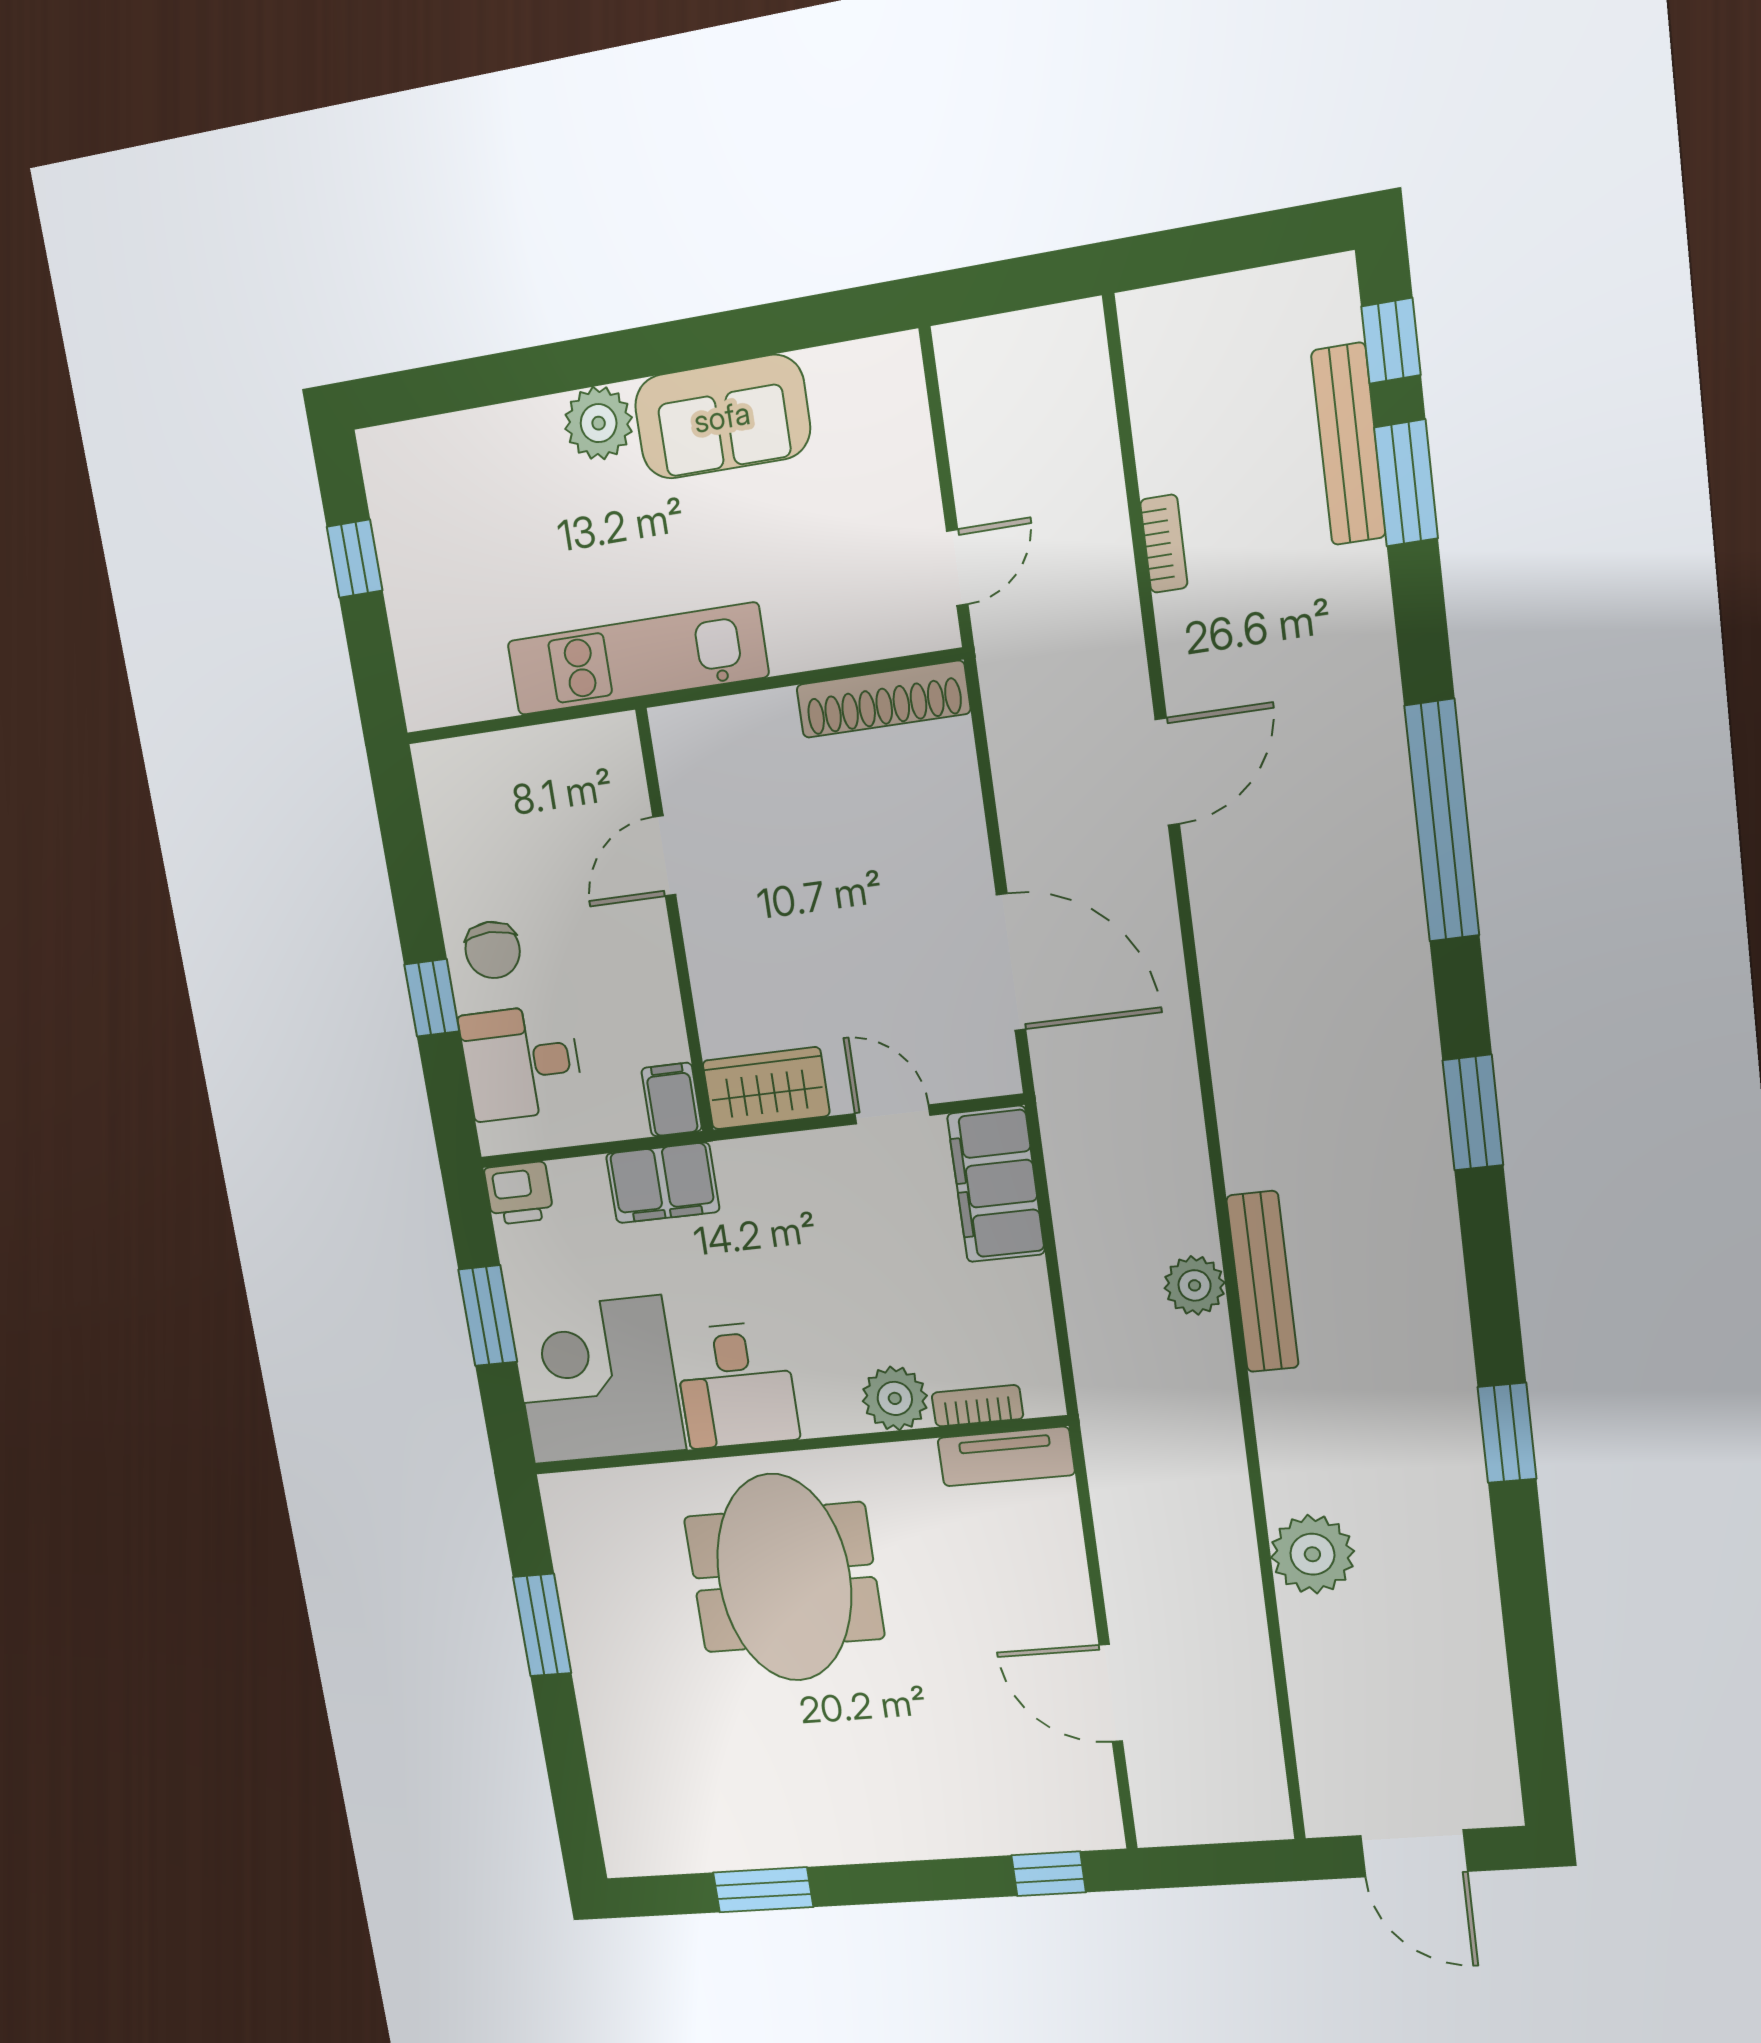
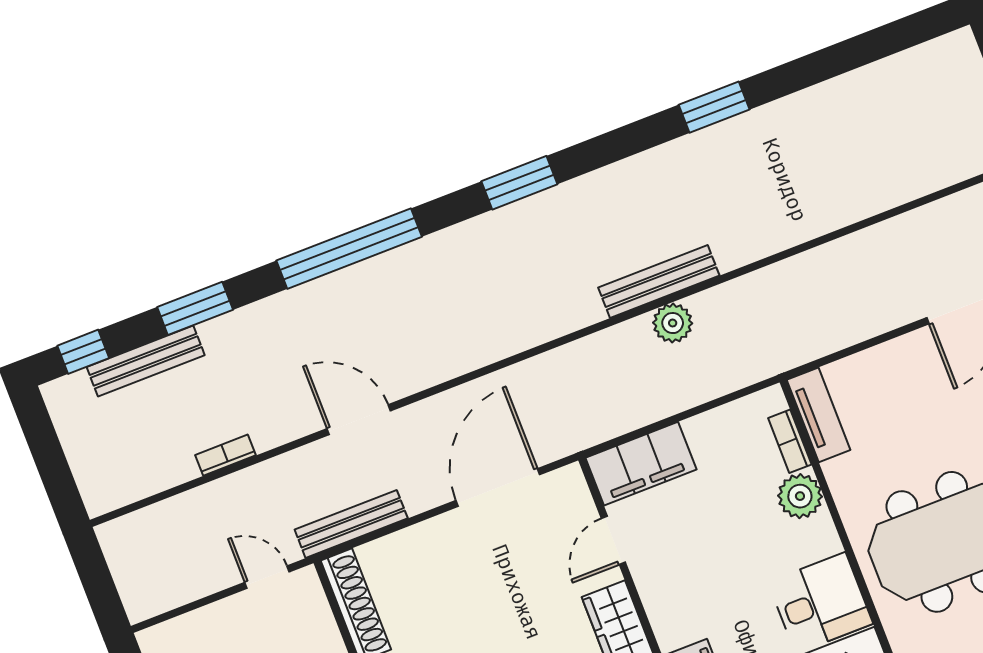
window: (1406, 483) -> (195, 308), moved
bench: (1009, 721) -> (351, 524), added
plant: (1312, 1554) -> (828, 205), removed

